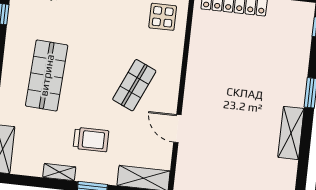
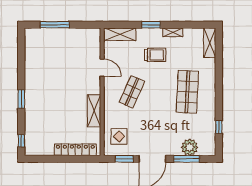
shelving: (291, 133) -> (94, 111), moved
trolley: (91, 140) -> (155, 55), turned 180

